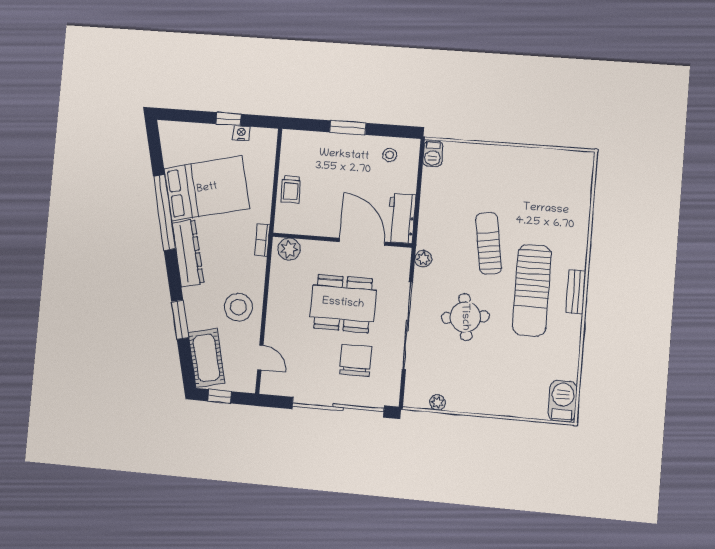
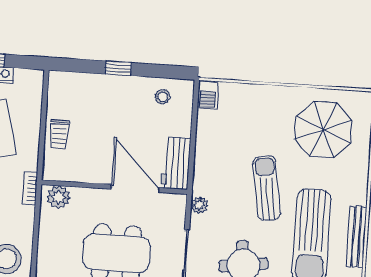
window: (348, 128) -> (118, 68), width x0.67
parasol: (545, 188) -> (323, 130), added
bench: (576, 292) -> (356, 237), width x1.36

